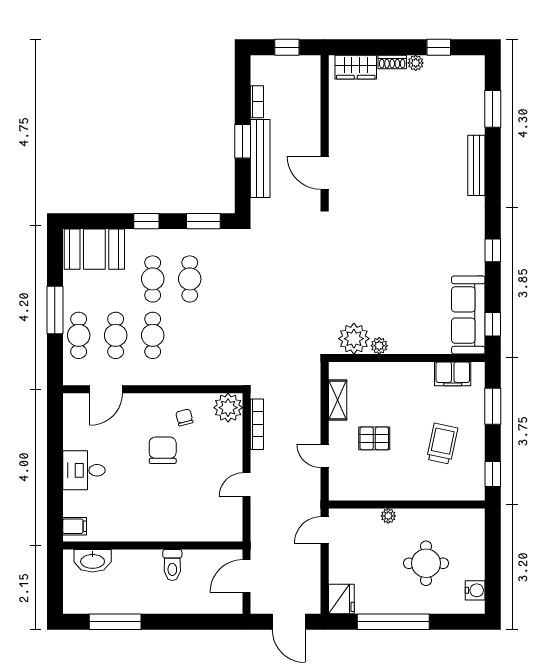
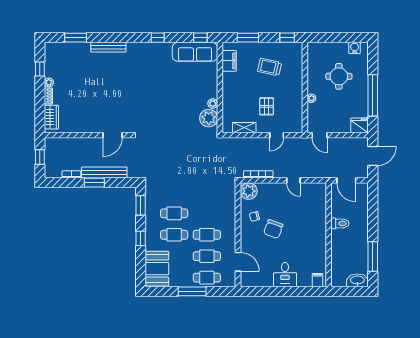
chair: (163, 450) -> (273, 229), turned -70
washbasin: (93, 561) -> (357, 280), moved, turned -90

